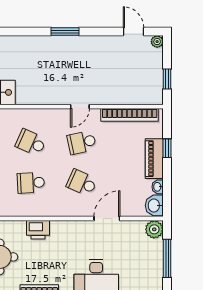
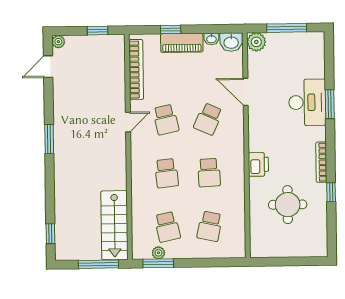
door: (80, 107) -> (128, 122), hinge flipped
school desk: (31, 142) -> (166, 173), turned -30

